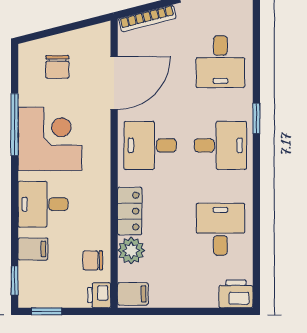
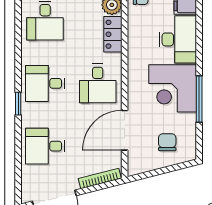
desk: (220, 62) -> (45, 146), turned -90
desk: (150, 145) -> (98, 83), turned 90
desk: (43, 204) -> (178, 39), width x1.37

